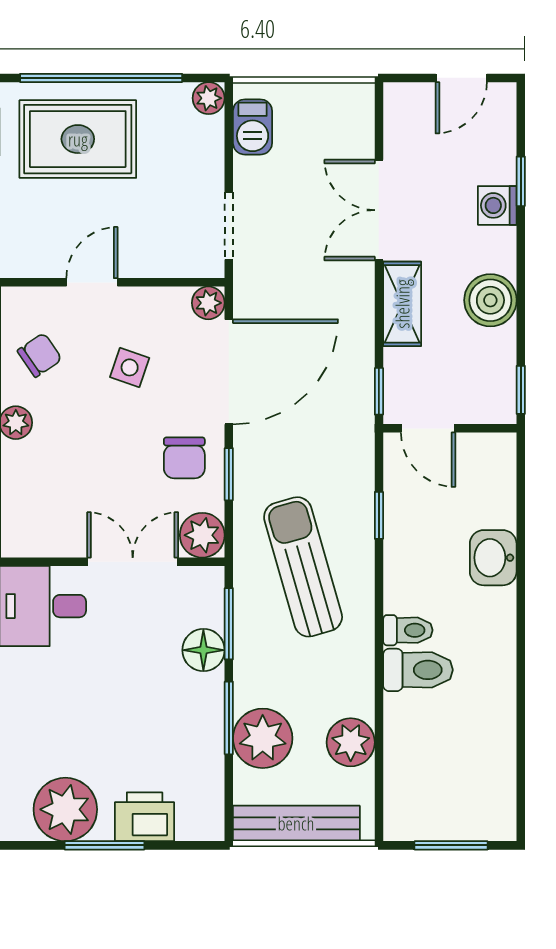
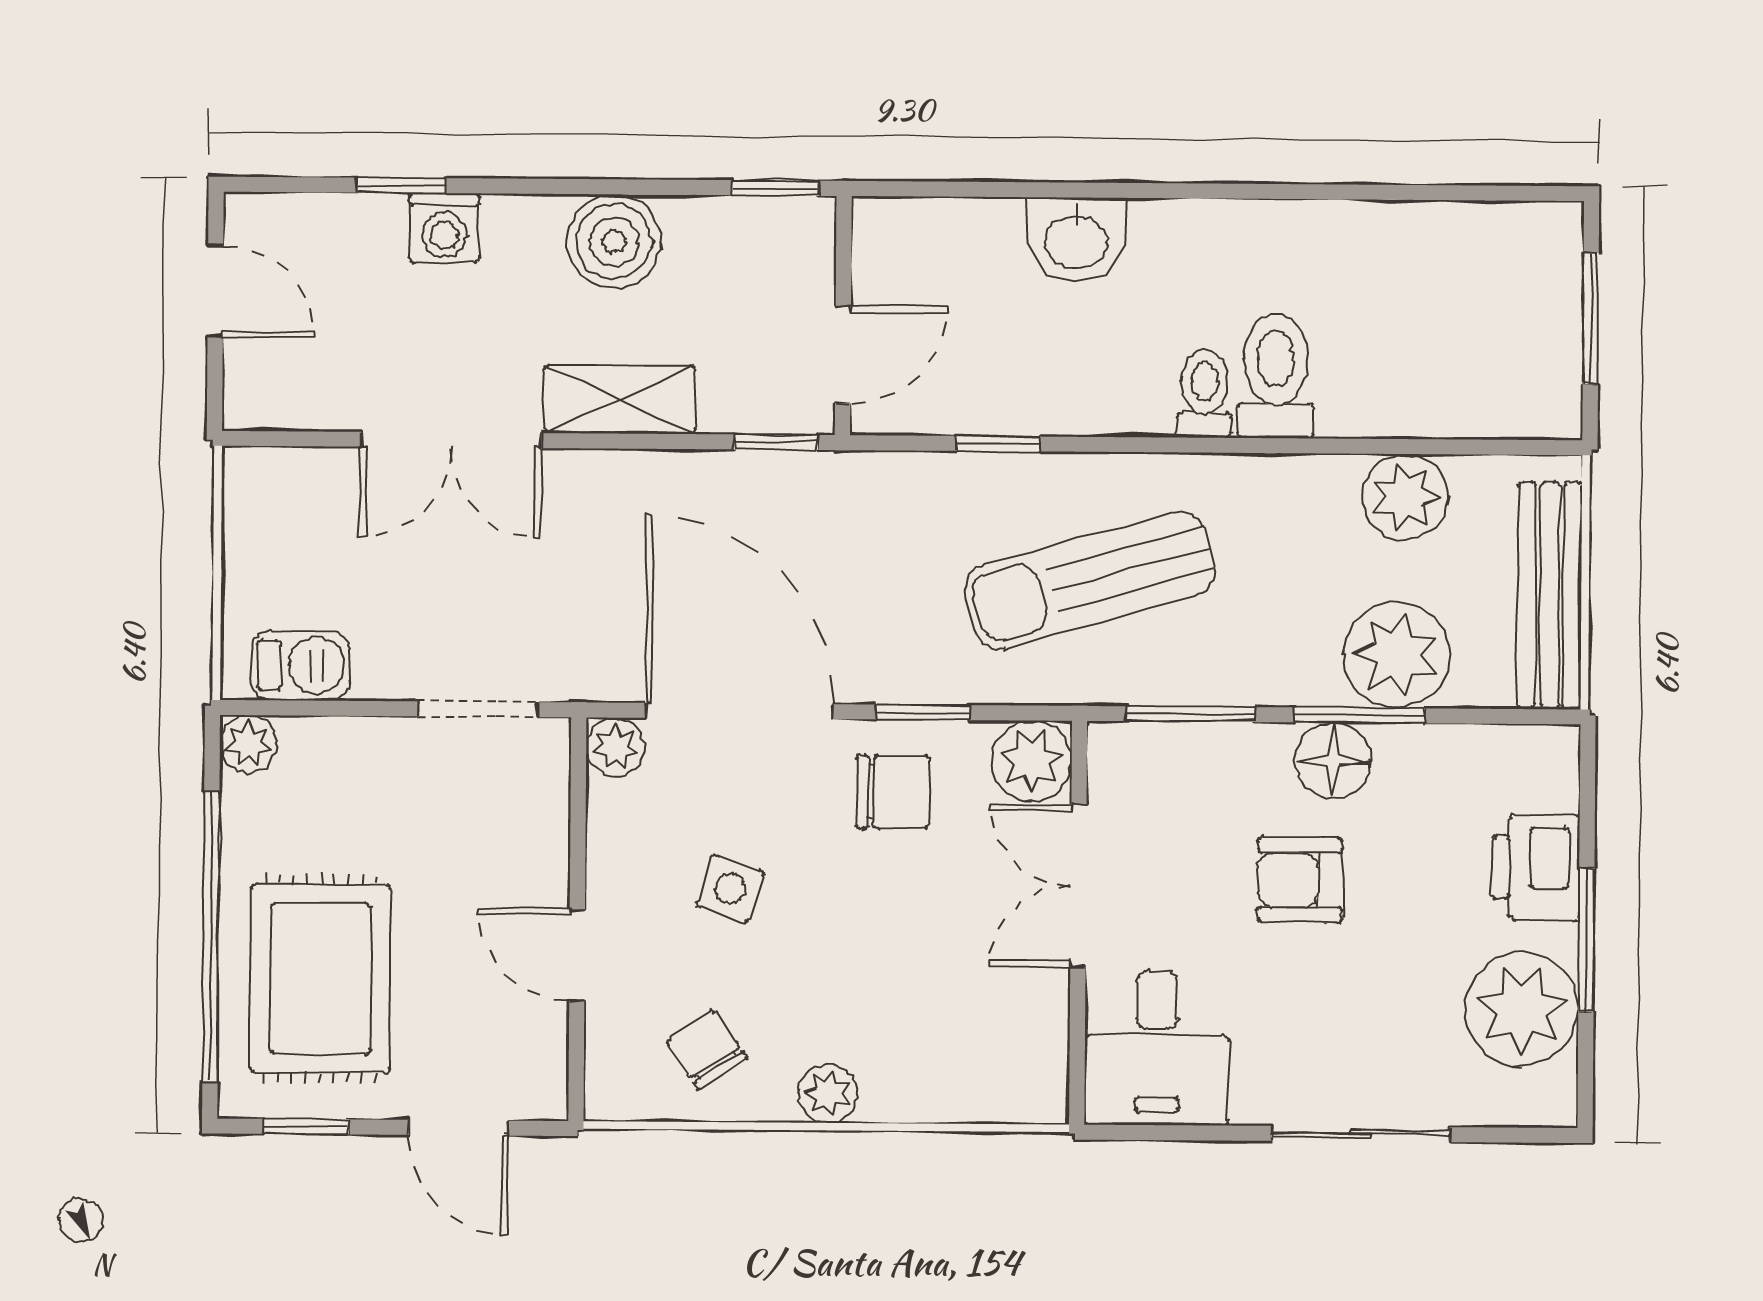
floor lamp: (203, 650) -> (1333, 761), moved
armchair: (137, 685) -> (1300, 880), added

